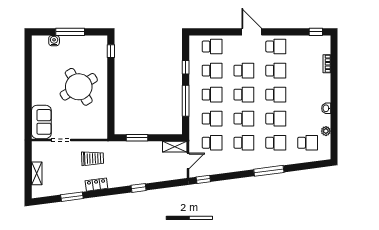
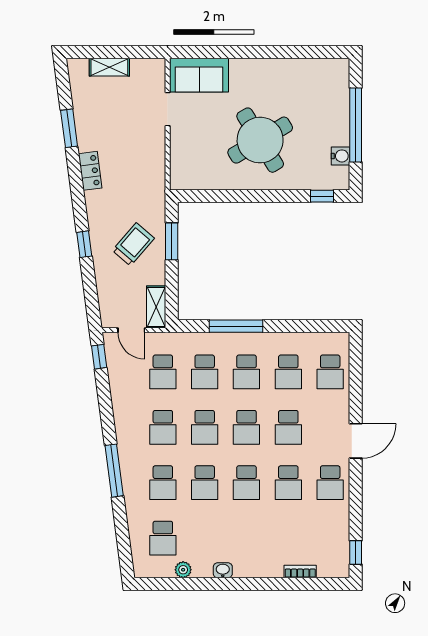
window: (70, 32) -> (356, 125), width x1.46
water cooler: (54, 41) -> (340, 156), moved
window: (186, 67) -> (294, 326), removed
trolley: (93, 158) -> (133, 244), moved, turned -137

